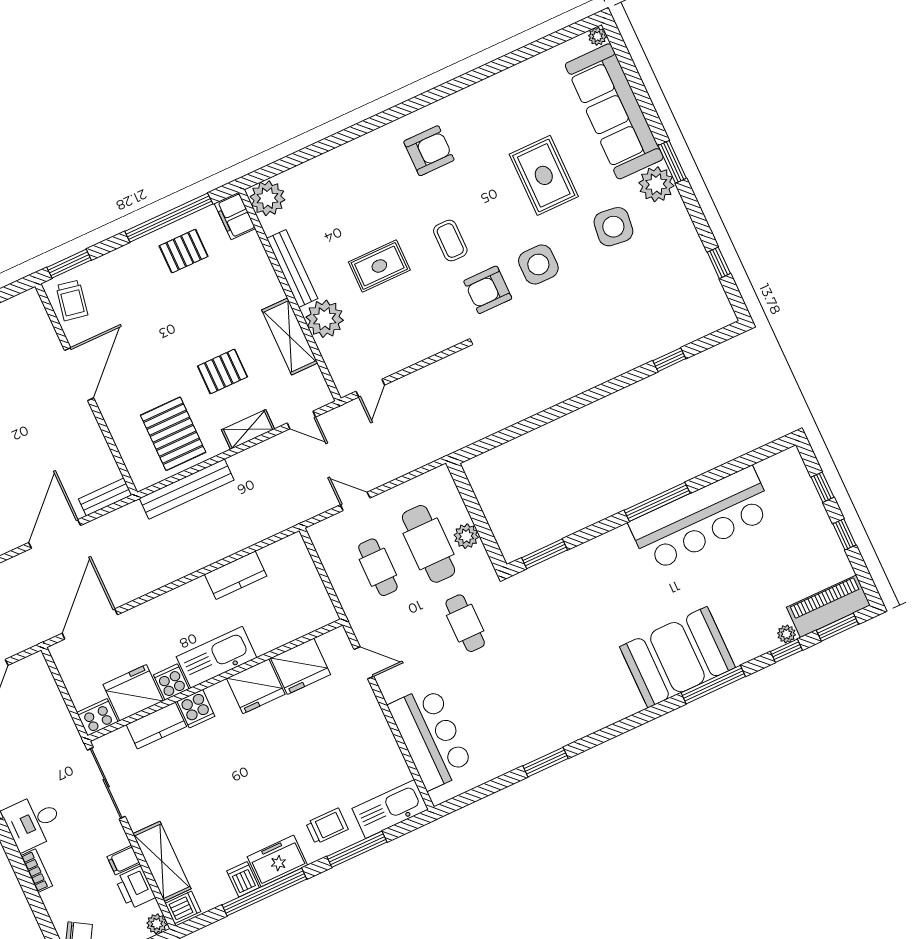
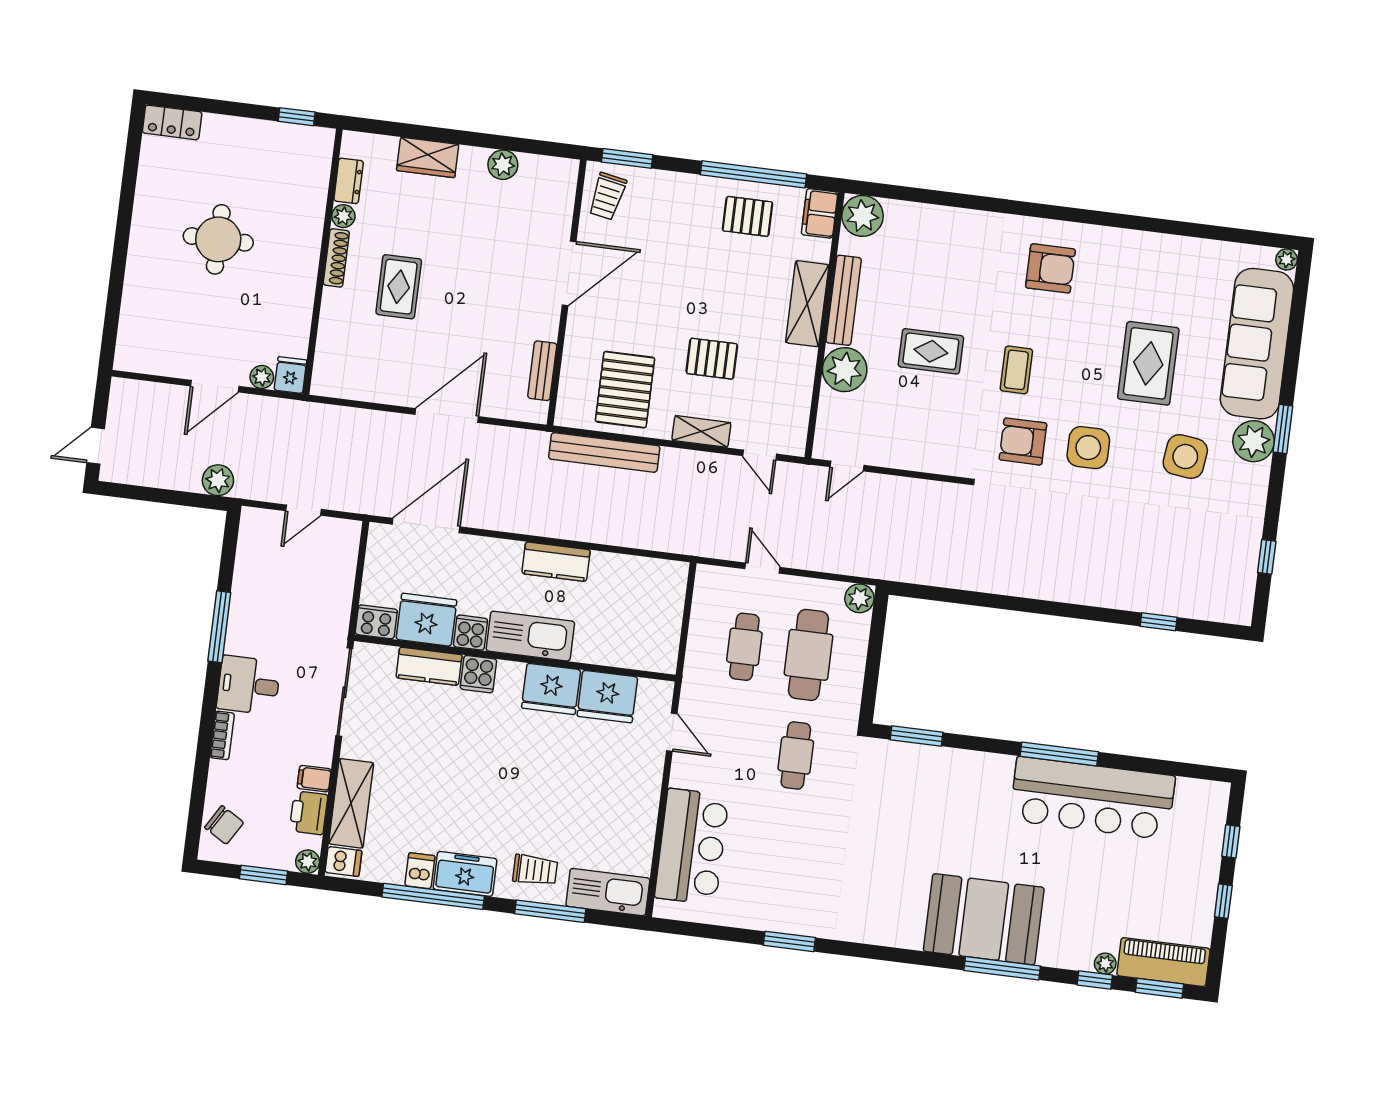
shelving: (290, 336) -> (807, 304), moved
bench: (105, 497) -> (542, 371), moved, turned 90
plant: (466, 536) -> (859, 598), moved
kitchen counter: (236, 575) -> (556, 562), moved

